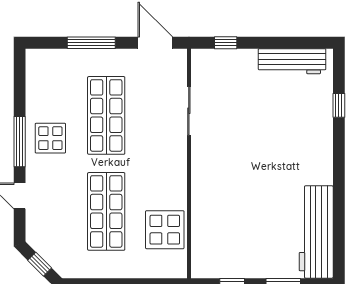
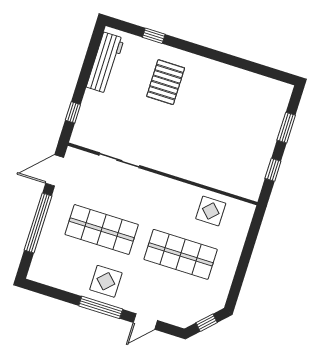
window: (91, 43) -> (38, 223), width x1.46
pallet: (292, 135) -> (166, 82), added
display table: (165, 230) -> (211, 211), width x0.73, depth x0.73
workbench: (316, 232) -> (252, 87), removed

